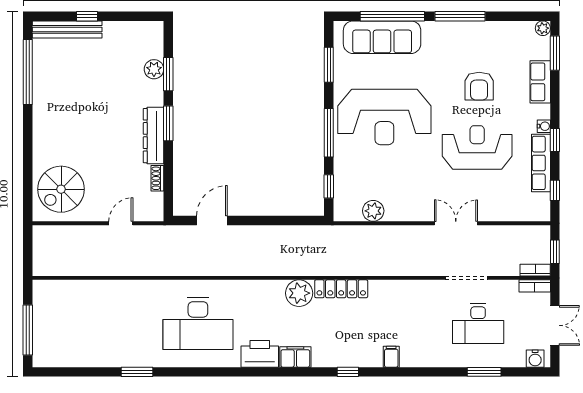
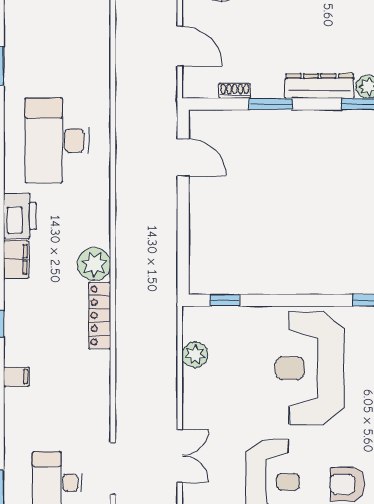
window: (168, 123) -> (271, 104), moved
window: (329, 133) -> (290, 300), removed
dresser: (154, 136) -> (320, 86), moved
door: (121, 223) -> (180, 46), width x1.38

